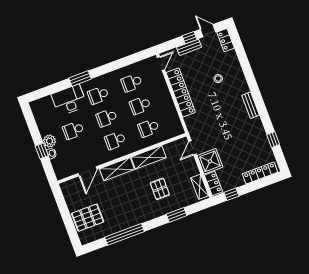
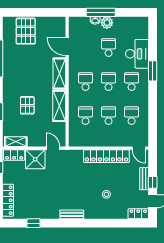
window: (42, 151) -> (101, 12), width x2.17
pallet: (160, 189) -> (27, 105), turned 90

